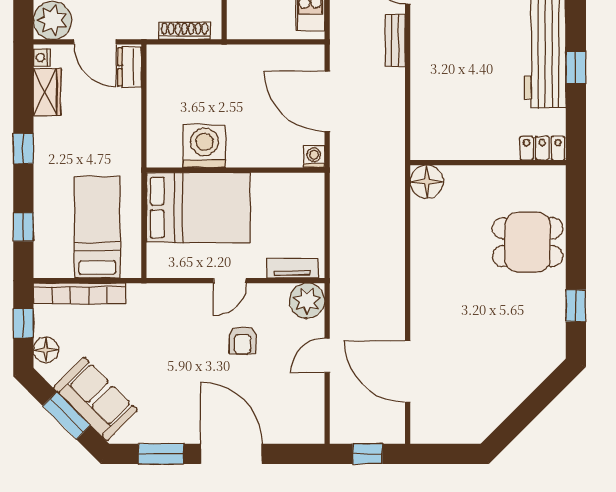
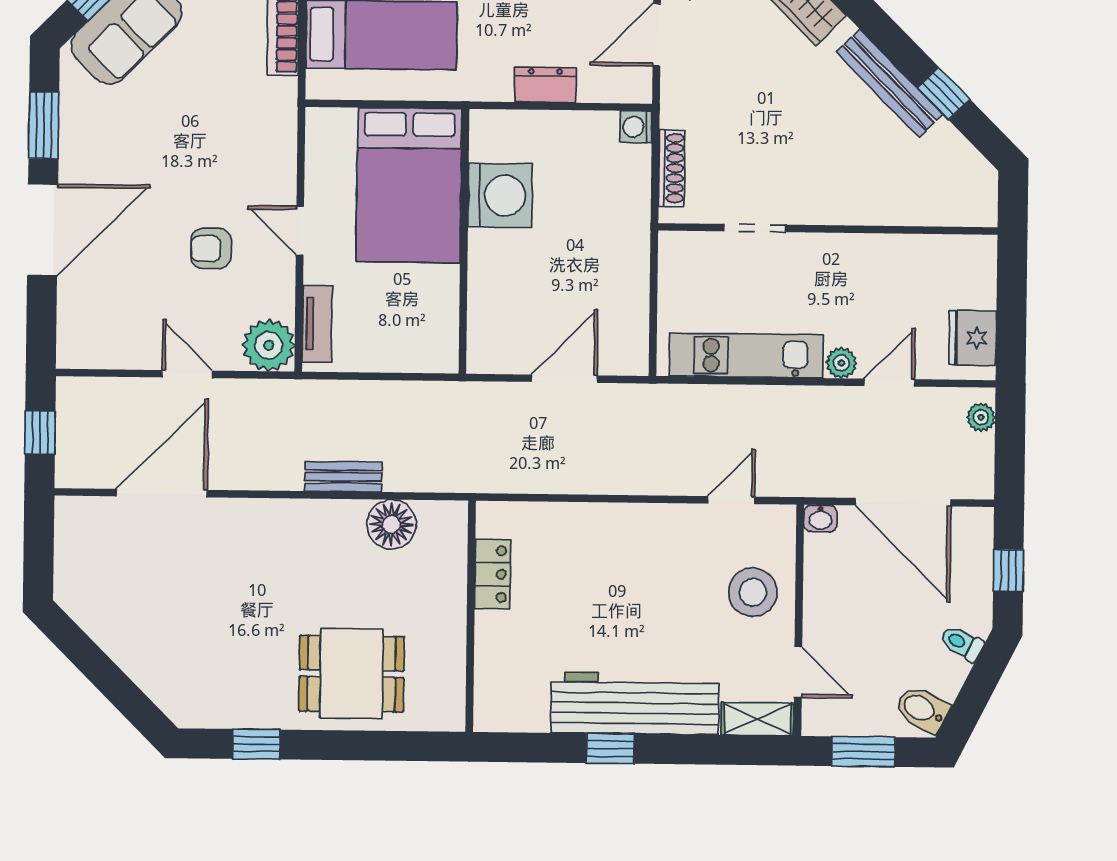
bench: (395, 41) -> (343, 477), moved
dresser: (130, 67) -> (545, 85), moved
door: (327, 101) -> (564, 379), width x0.73
locker: (542, 148) -> (492, 574), moved
washing machine: (314, 157) -> (636, 127), moved, turned 180
floor lamp: (427, 182) -> (391, 524), moved
dining table: (528, 242) -> (352, 674), turned 90

